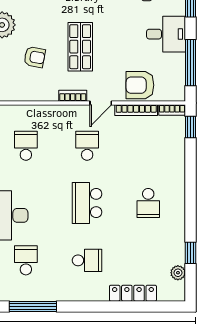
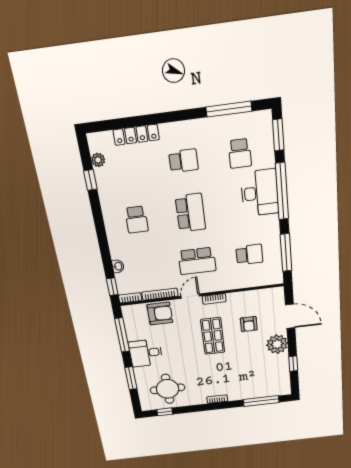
armchair: (35, 57) -> (249, 324), turned -101
school desk: (26, 146) -> (249, 255), turned -90
school desk: (87, 146) -> (197, 261), width x1.85
washbasin: (179, 151) -> (118, 266), added
school desk: (148, 203) -> (137, 220), turned 180
school desk: (87, 260) -> (183, 161), turned 180

